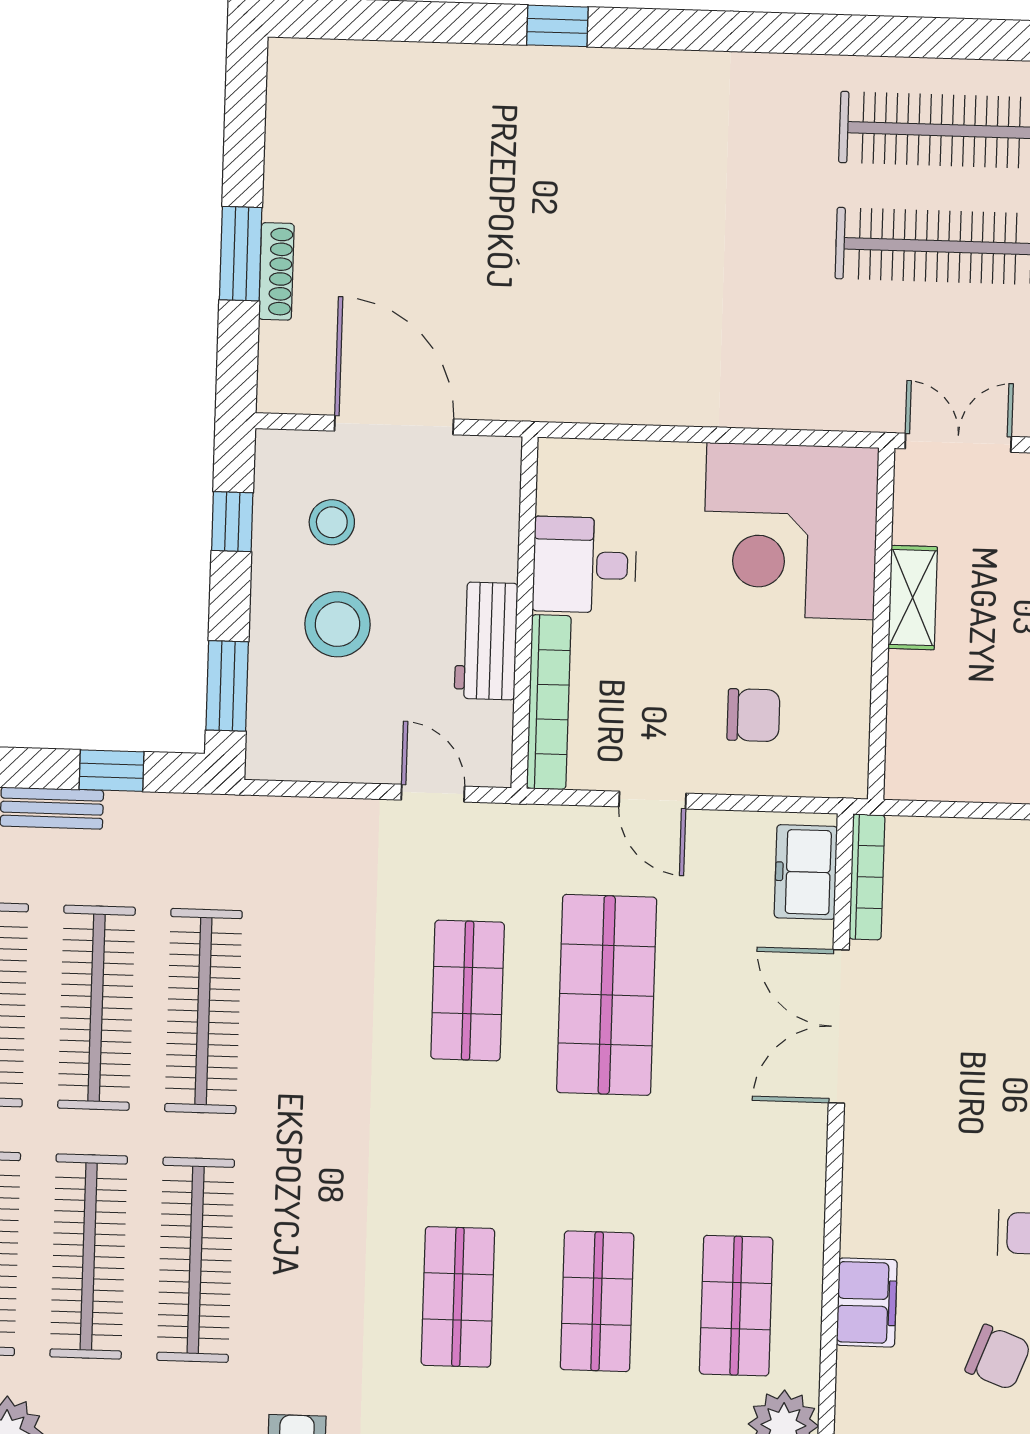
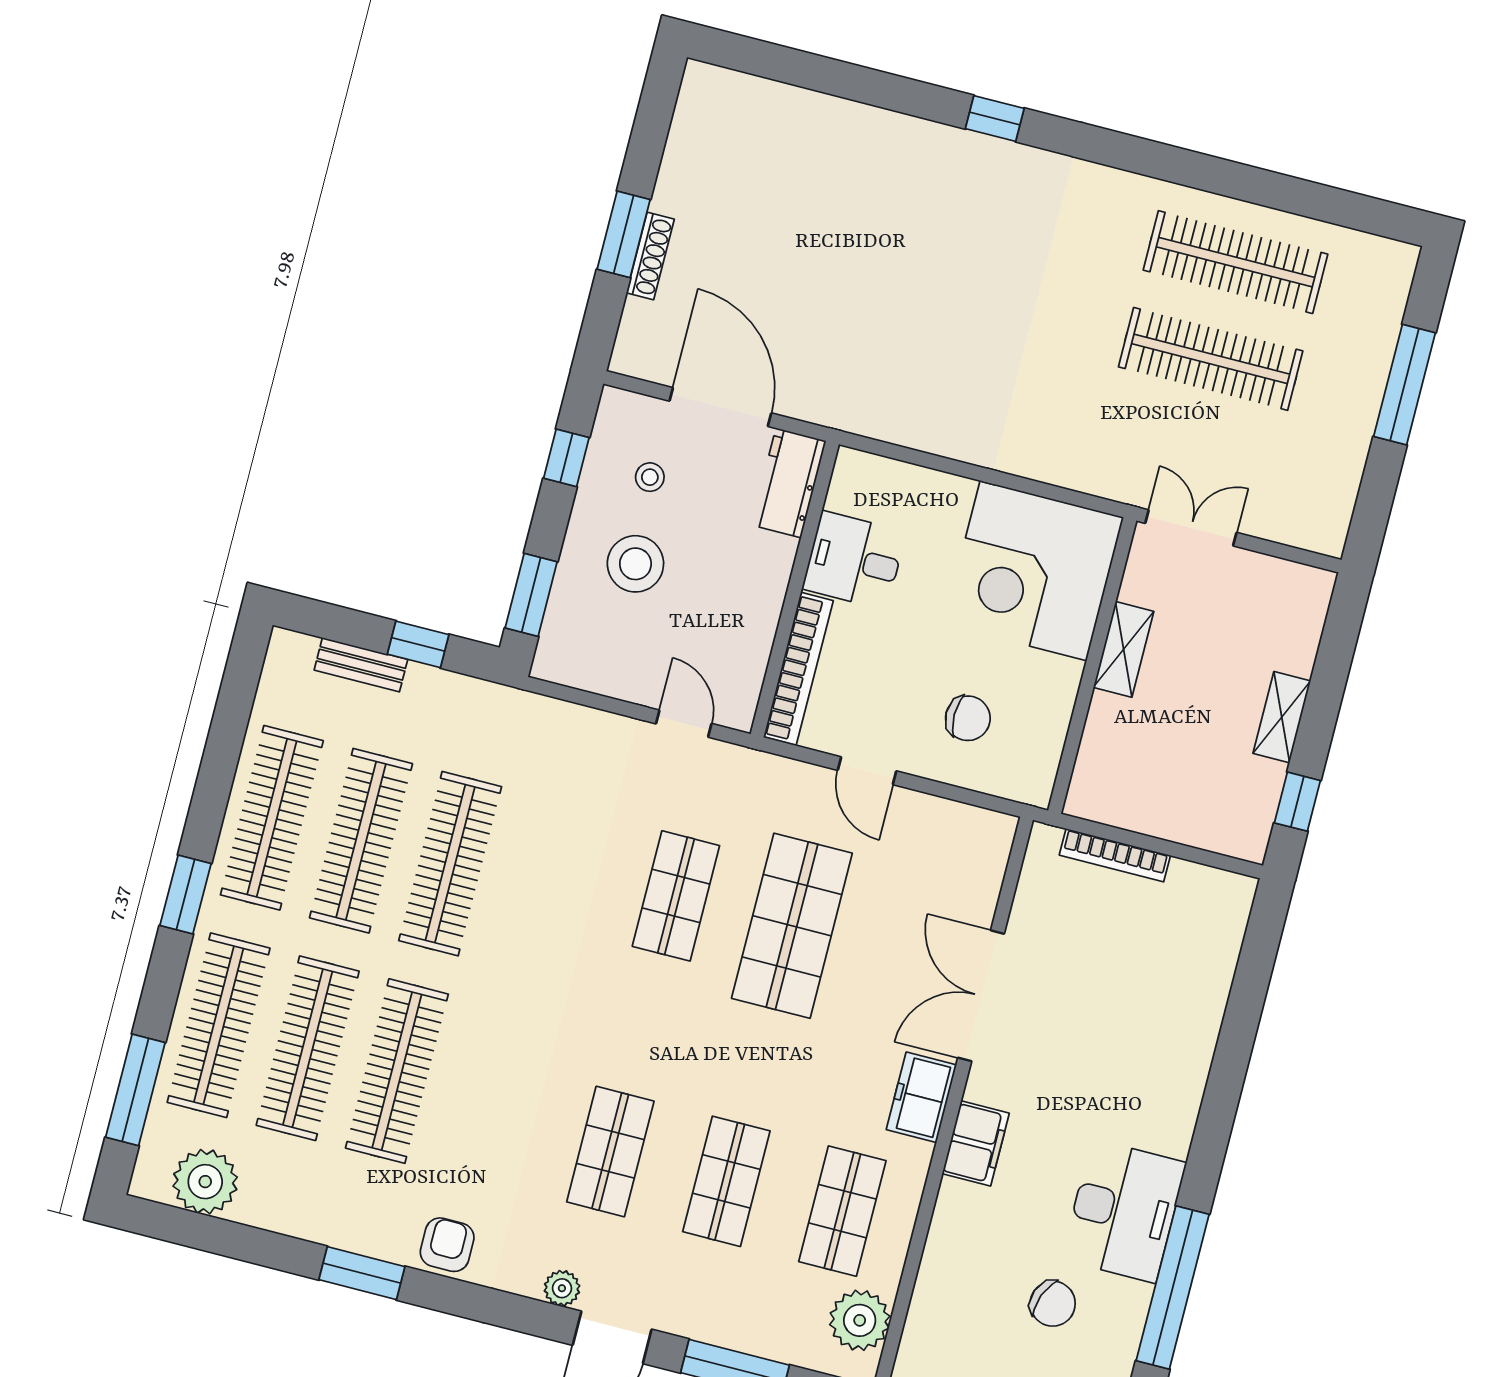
window: (557, 26) -> (995, 119), moved
stool: (332, 522) -> (650, 477), width x0.73, depth x0.73
workbench: (486, 641) -> (789, 483), moved
freezer: (806, 872) -> (921, 1097), moved
bookcase: (867, 877) -> (1115, 855), moved, turned 90
filing cabinet: (867, 1302) -> (976, 1143), moved

